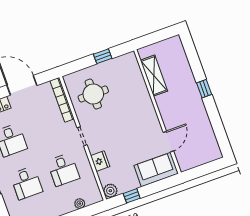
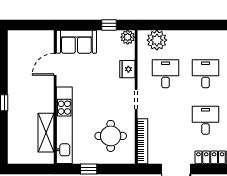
kitchen unit: (140, 88) -> (64, 125), added
plant: (80, 204) -> (157, 40), width x1.87, depth x1.87

